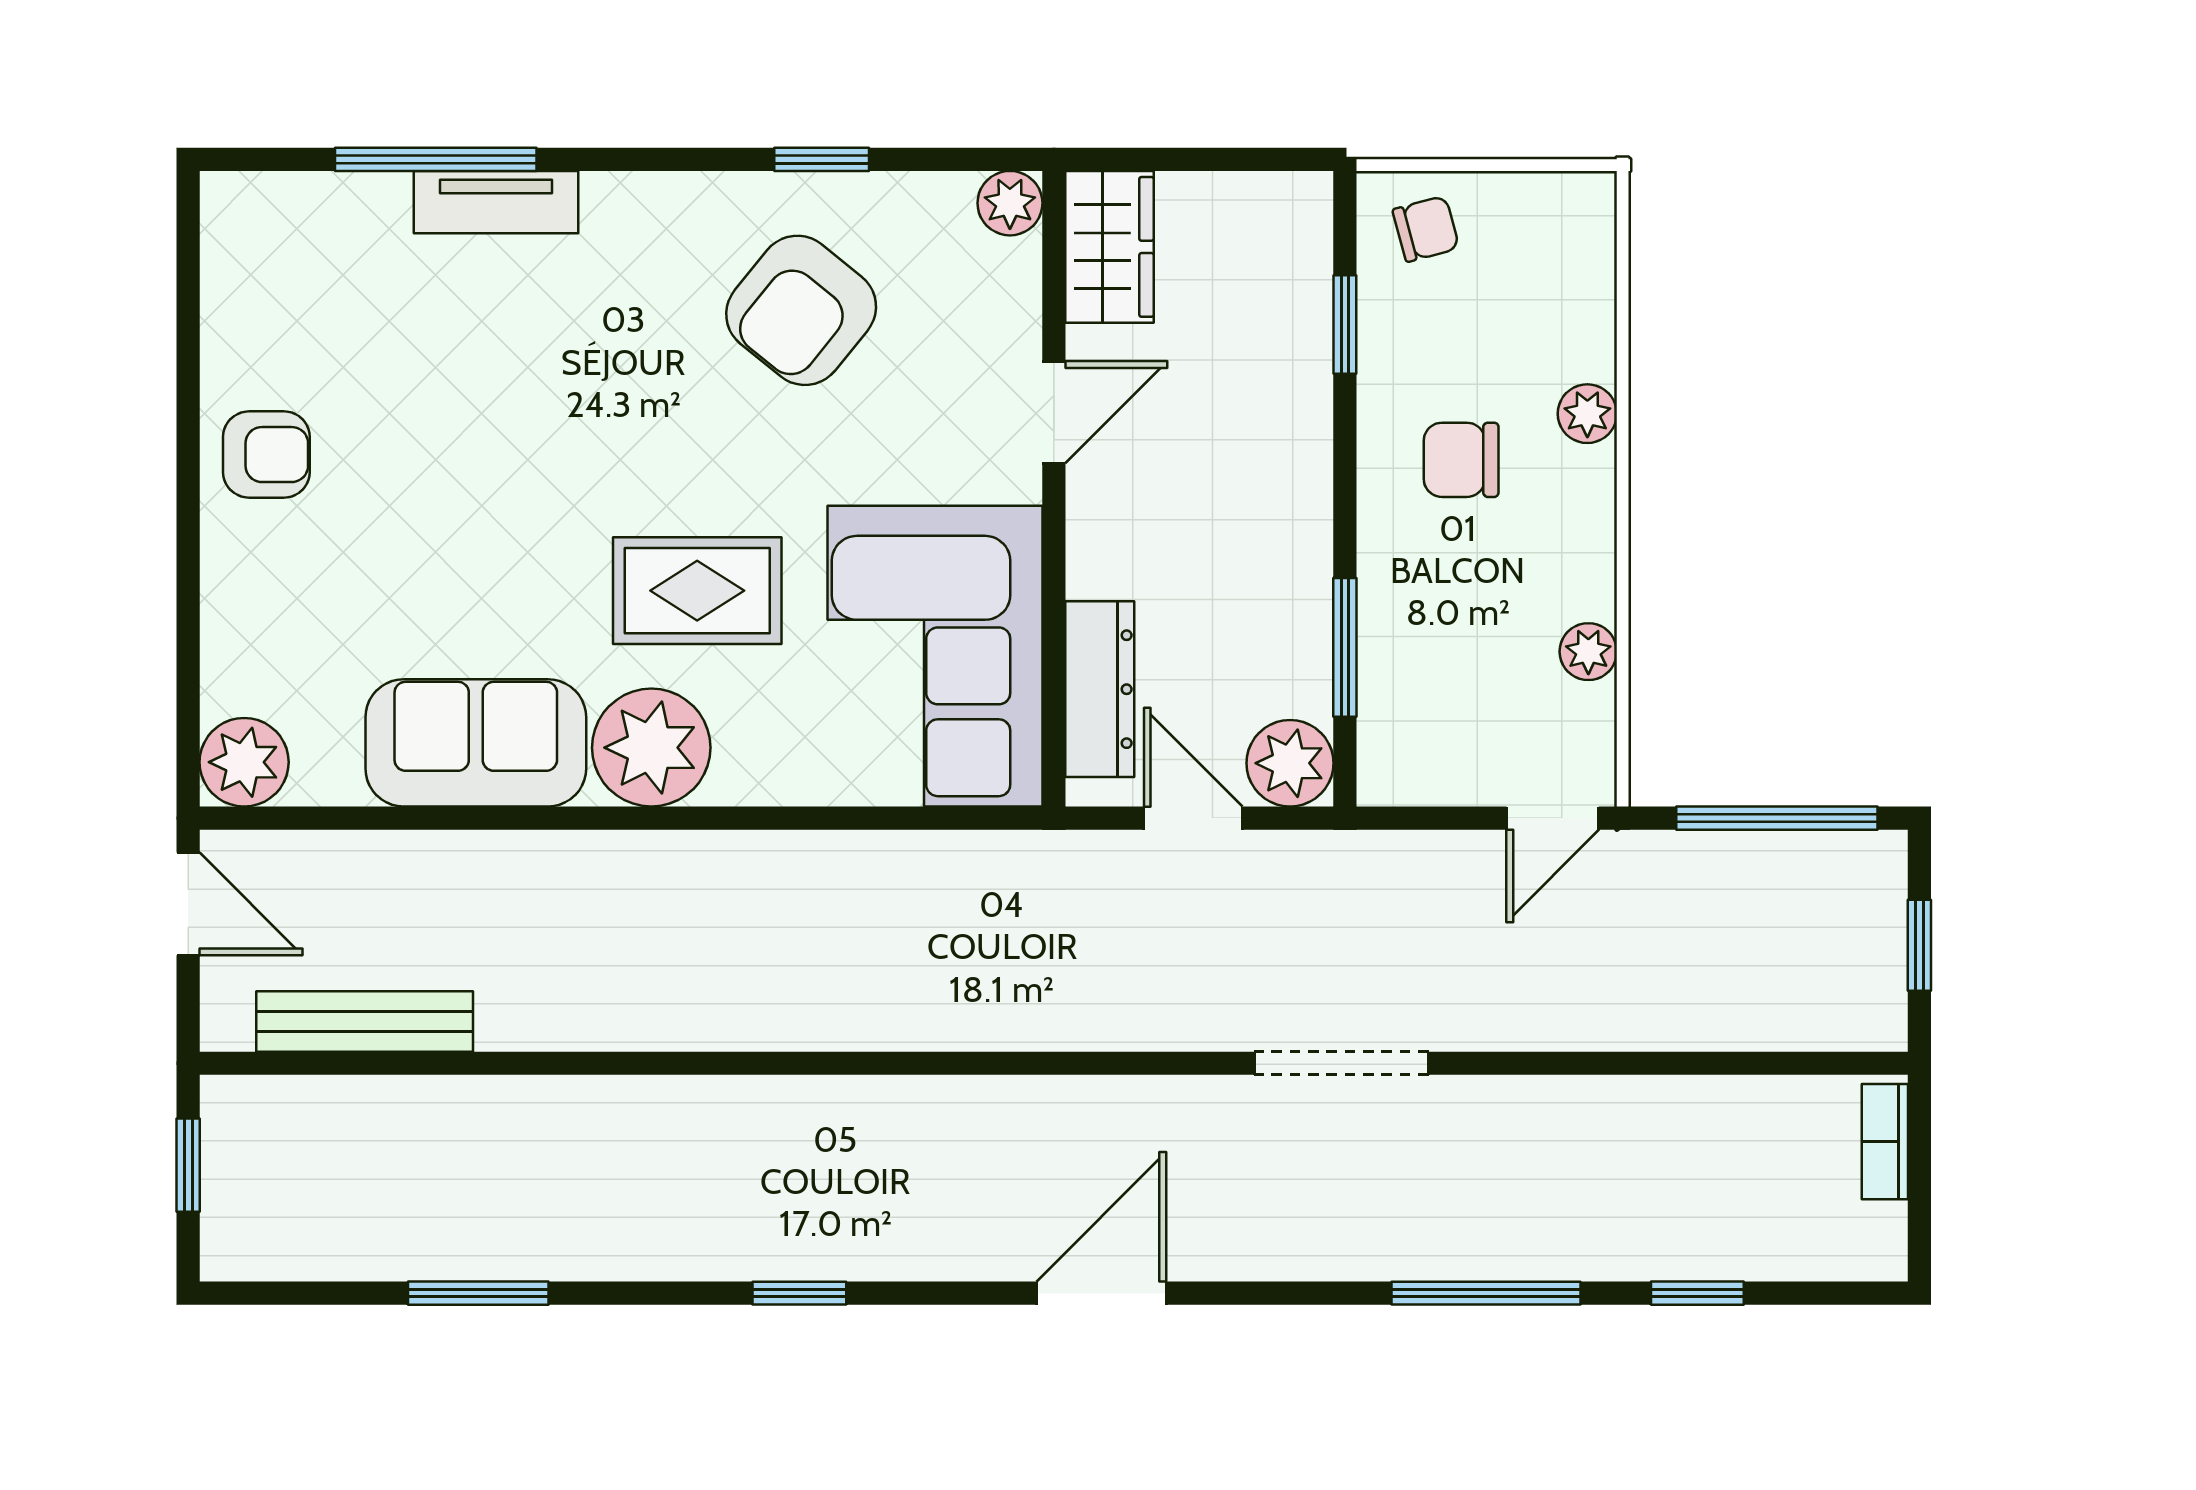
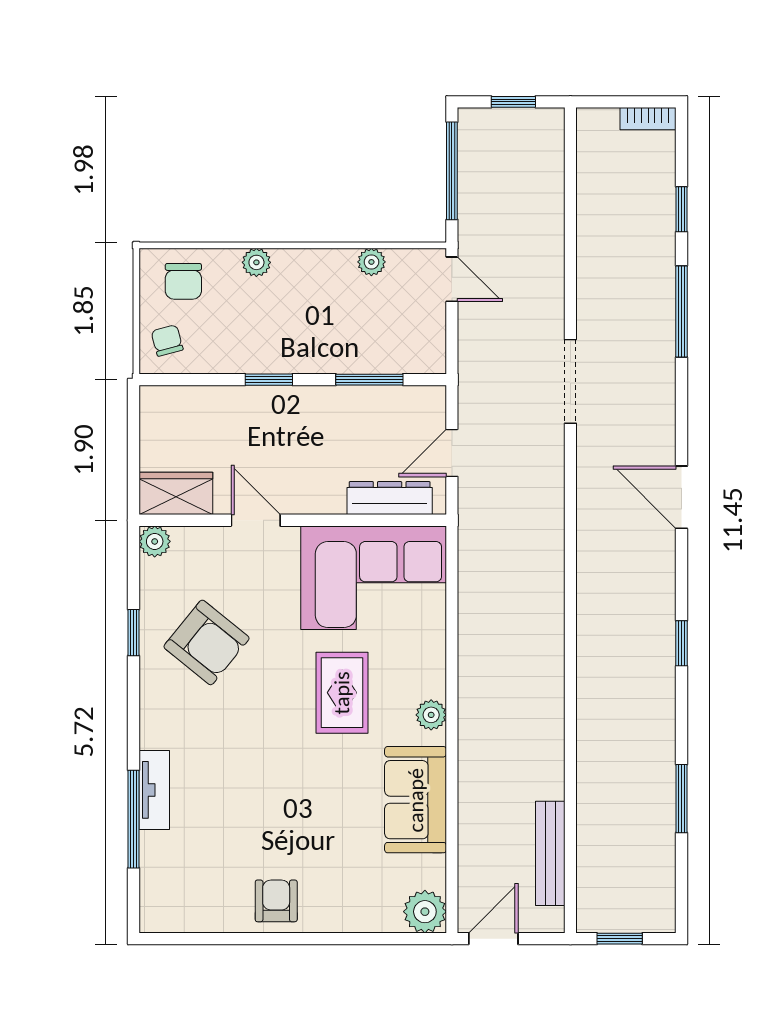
window: (1345, 324) -> (269, 380), moved
chair: (1461, 460) -> (183, 281), moved
plant: (651, 748) -> (431, 715), width x0.53, depth x0.53
plant: (1290, 763) -> (425, 406), removed
bookcase: (1885, 1142) -> (648, 119), moved

